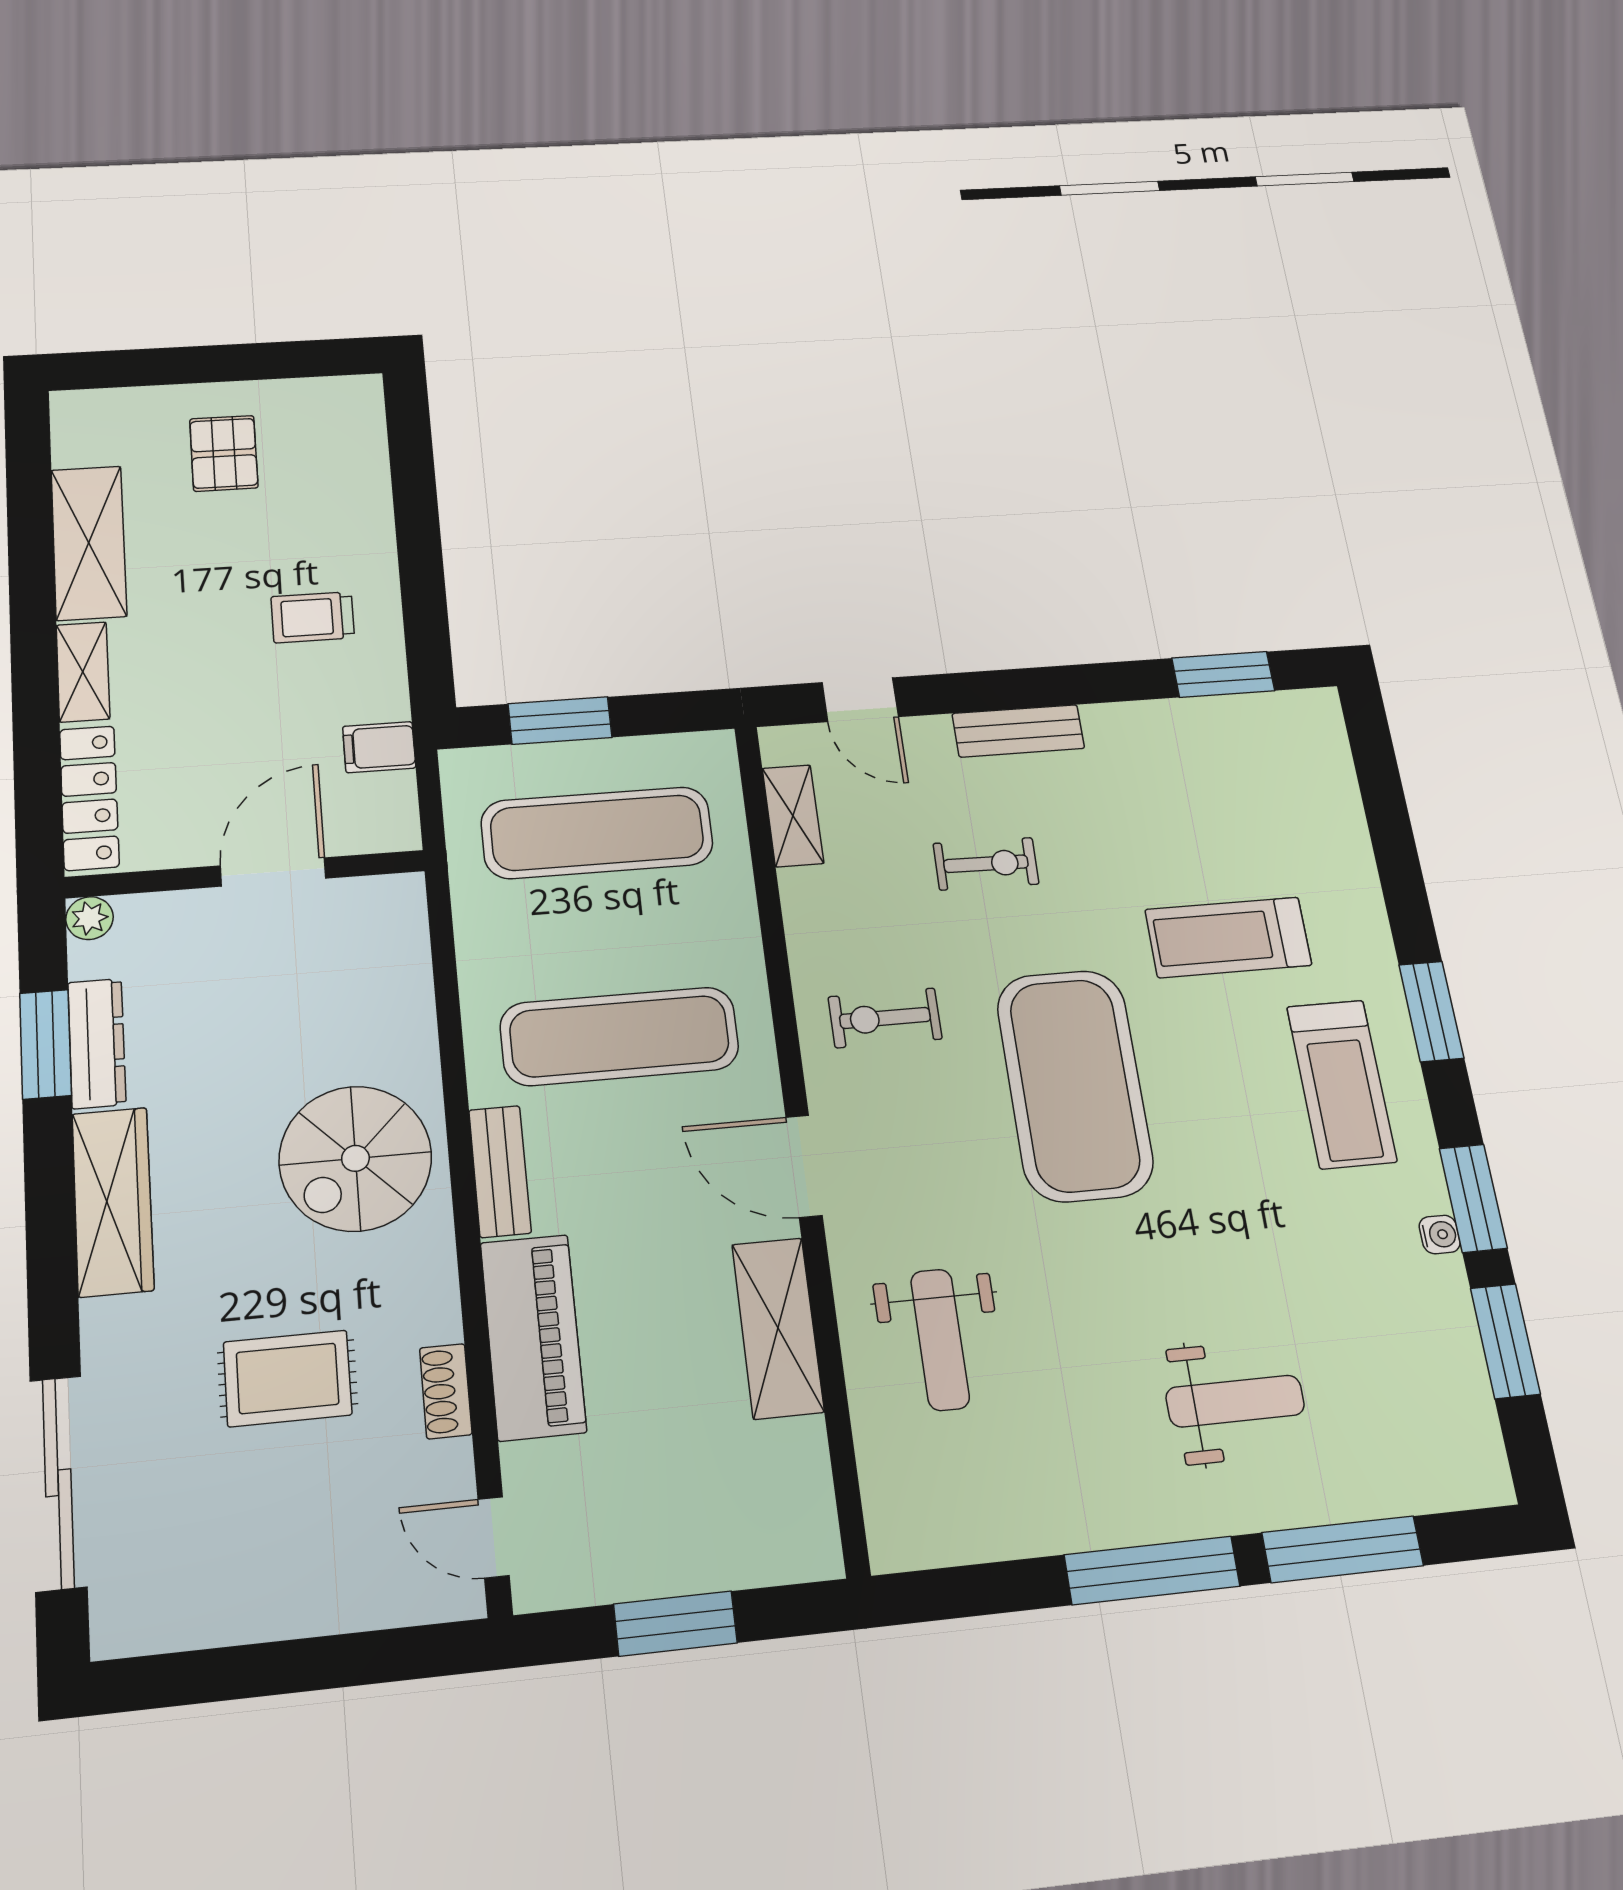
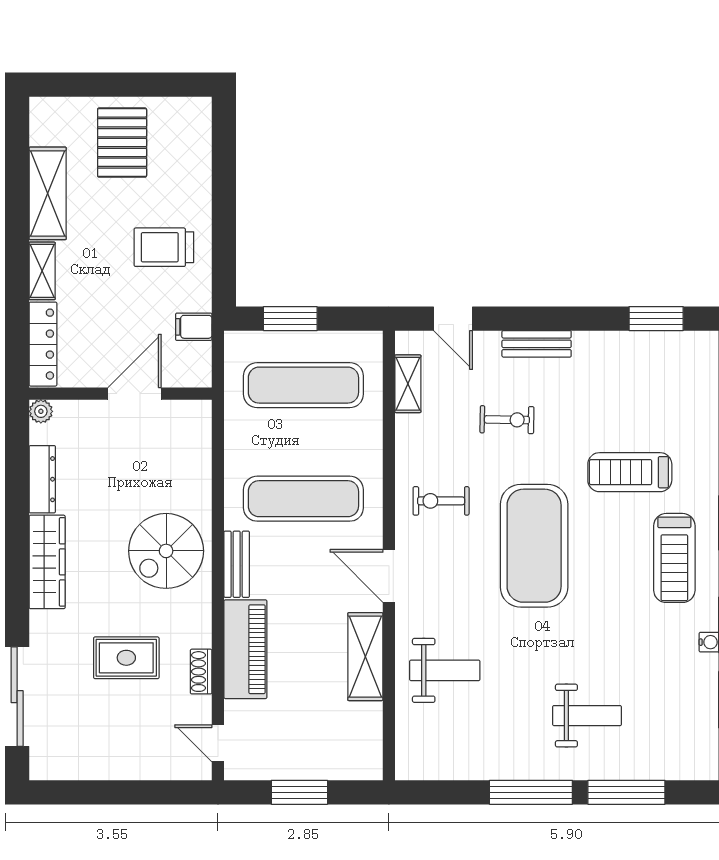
pallet: (224, 453) -> (122, 143), width x1.50, depth x1.42
trolley: (313, 617) -> (164, 247), width x1.36, depth x1.39
window: (45, 1044) -> (17, 477), removed
weight bench: (940, 1339) -> (445, 670), turned -90

